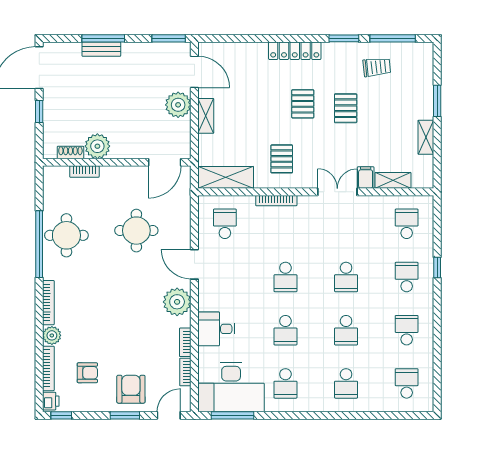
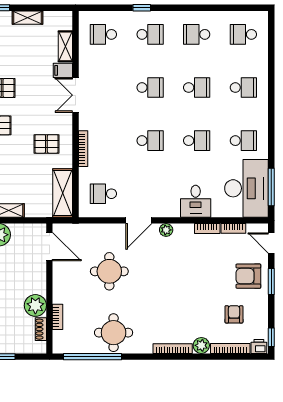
window: (39, 244) -> (92, 357), moved
school desk: (407, 277) -> (150, 34), turned 180
plant: (177, 302) -> (166, 230), width x0.53, depth x0.53

